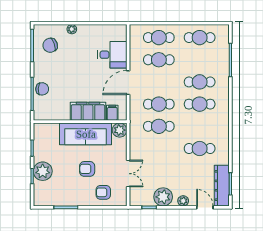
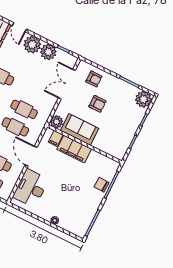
chair: (50, 45) -> (78, 216), removed
desk: (112, 55) -> (31, 188), width x1.37
door: (128, 83) -> (31, 156), swing flipped
sofa: (86, 134) -> (80, 129), width x0.73
plant: (43, 171) -> (143, 99), moved
double door: (128, 174) -> (67, 84), width x1.37
plant: (183, 201) -> (32, 45), width x1.87, depth x1.87

